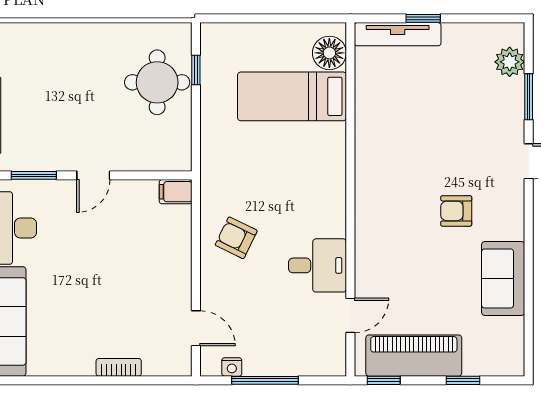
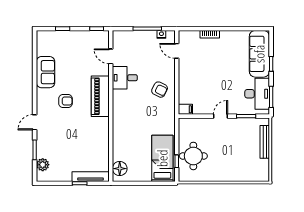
bed: (292, 96) -> (162, 158), moved, turned -90
door: (350, 315) -> (111, 56), hinge flipped
piano: (414, 356) -> (100, 96), moved, turned 90

